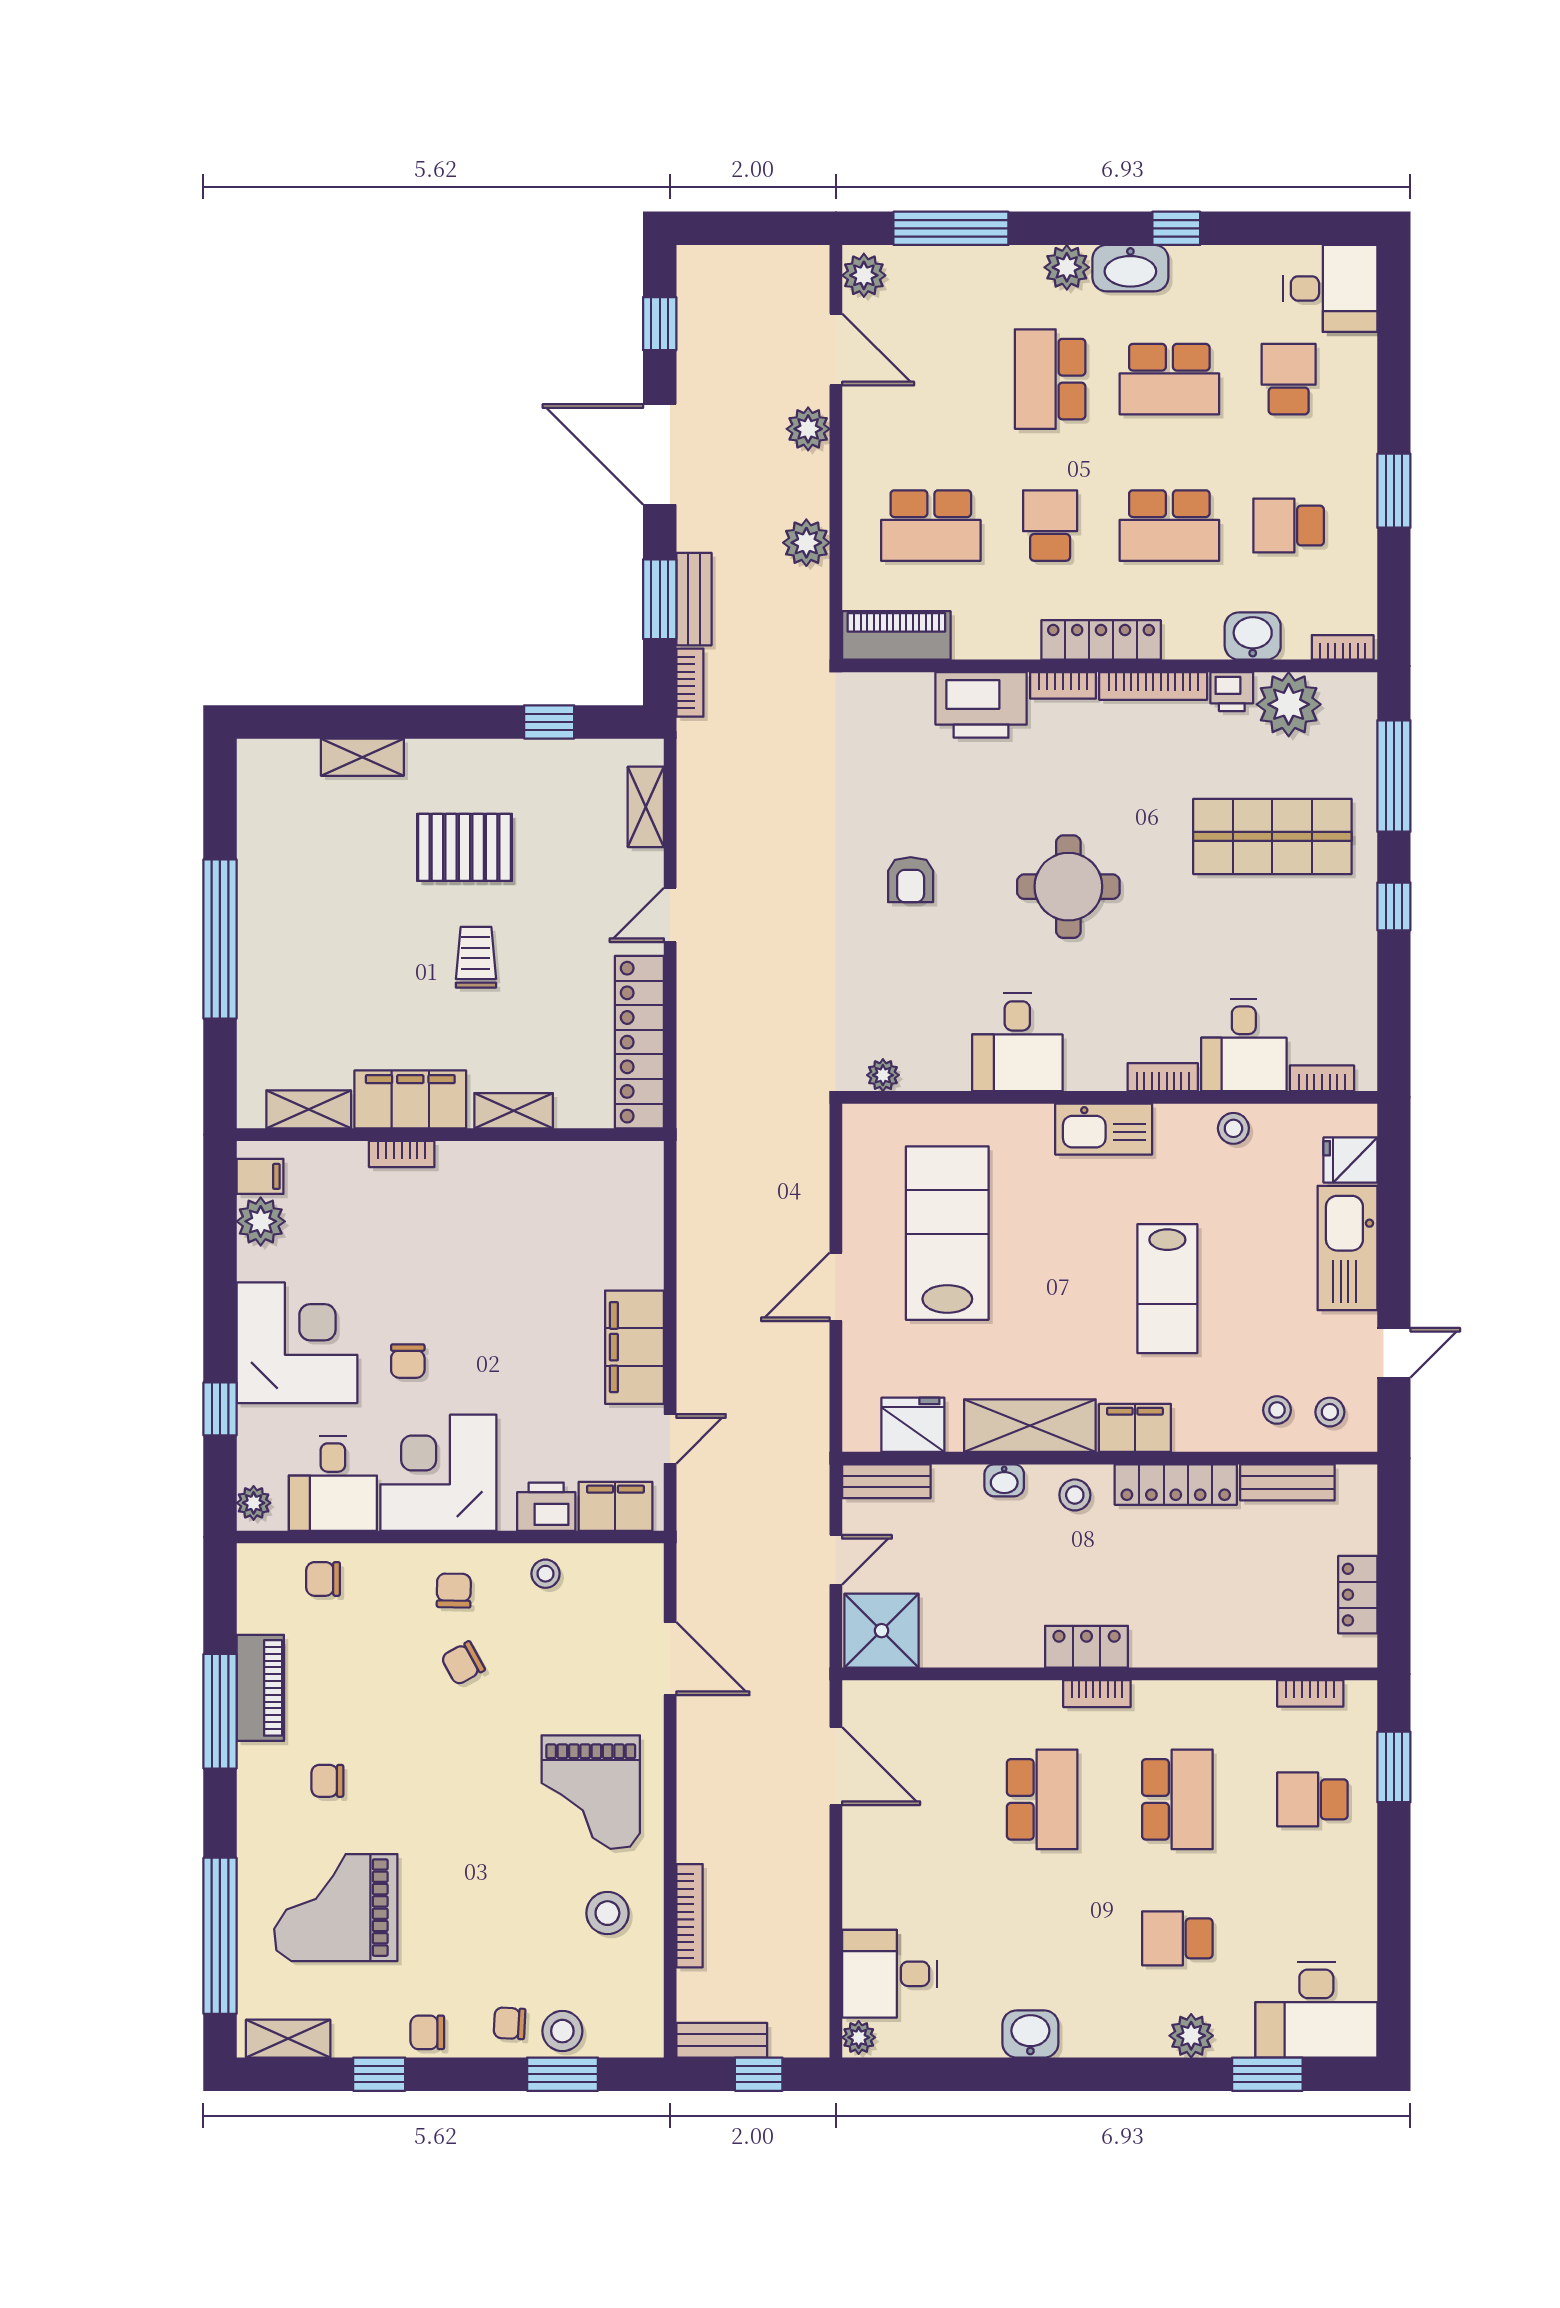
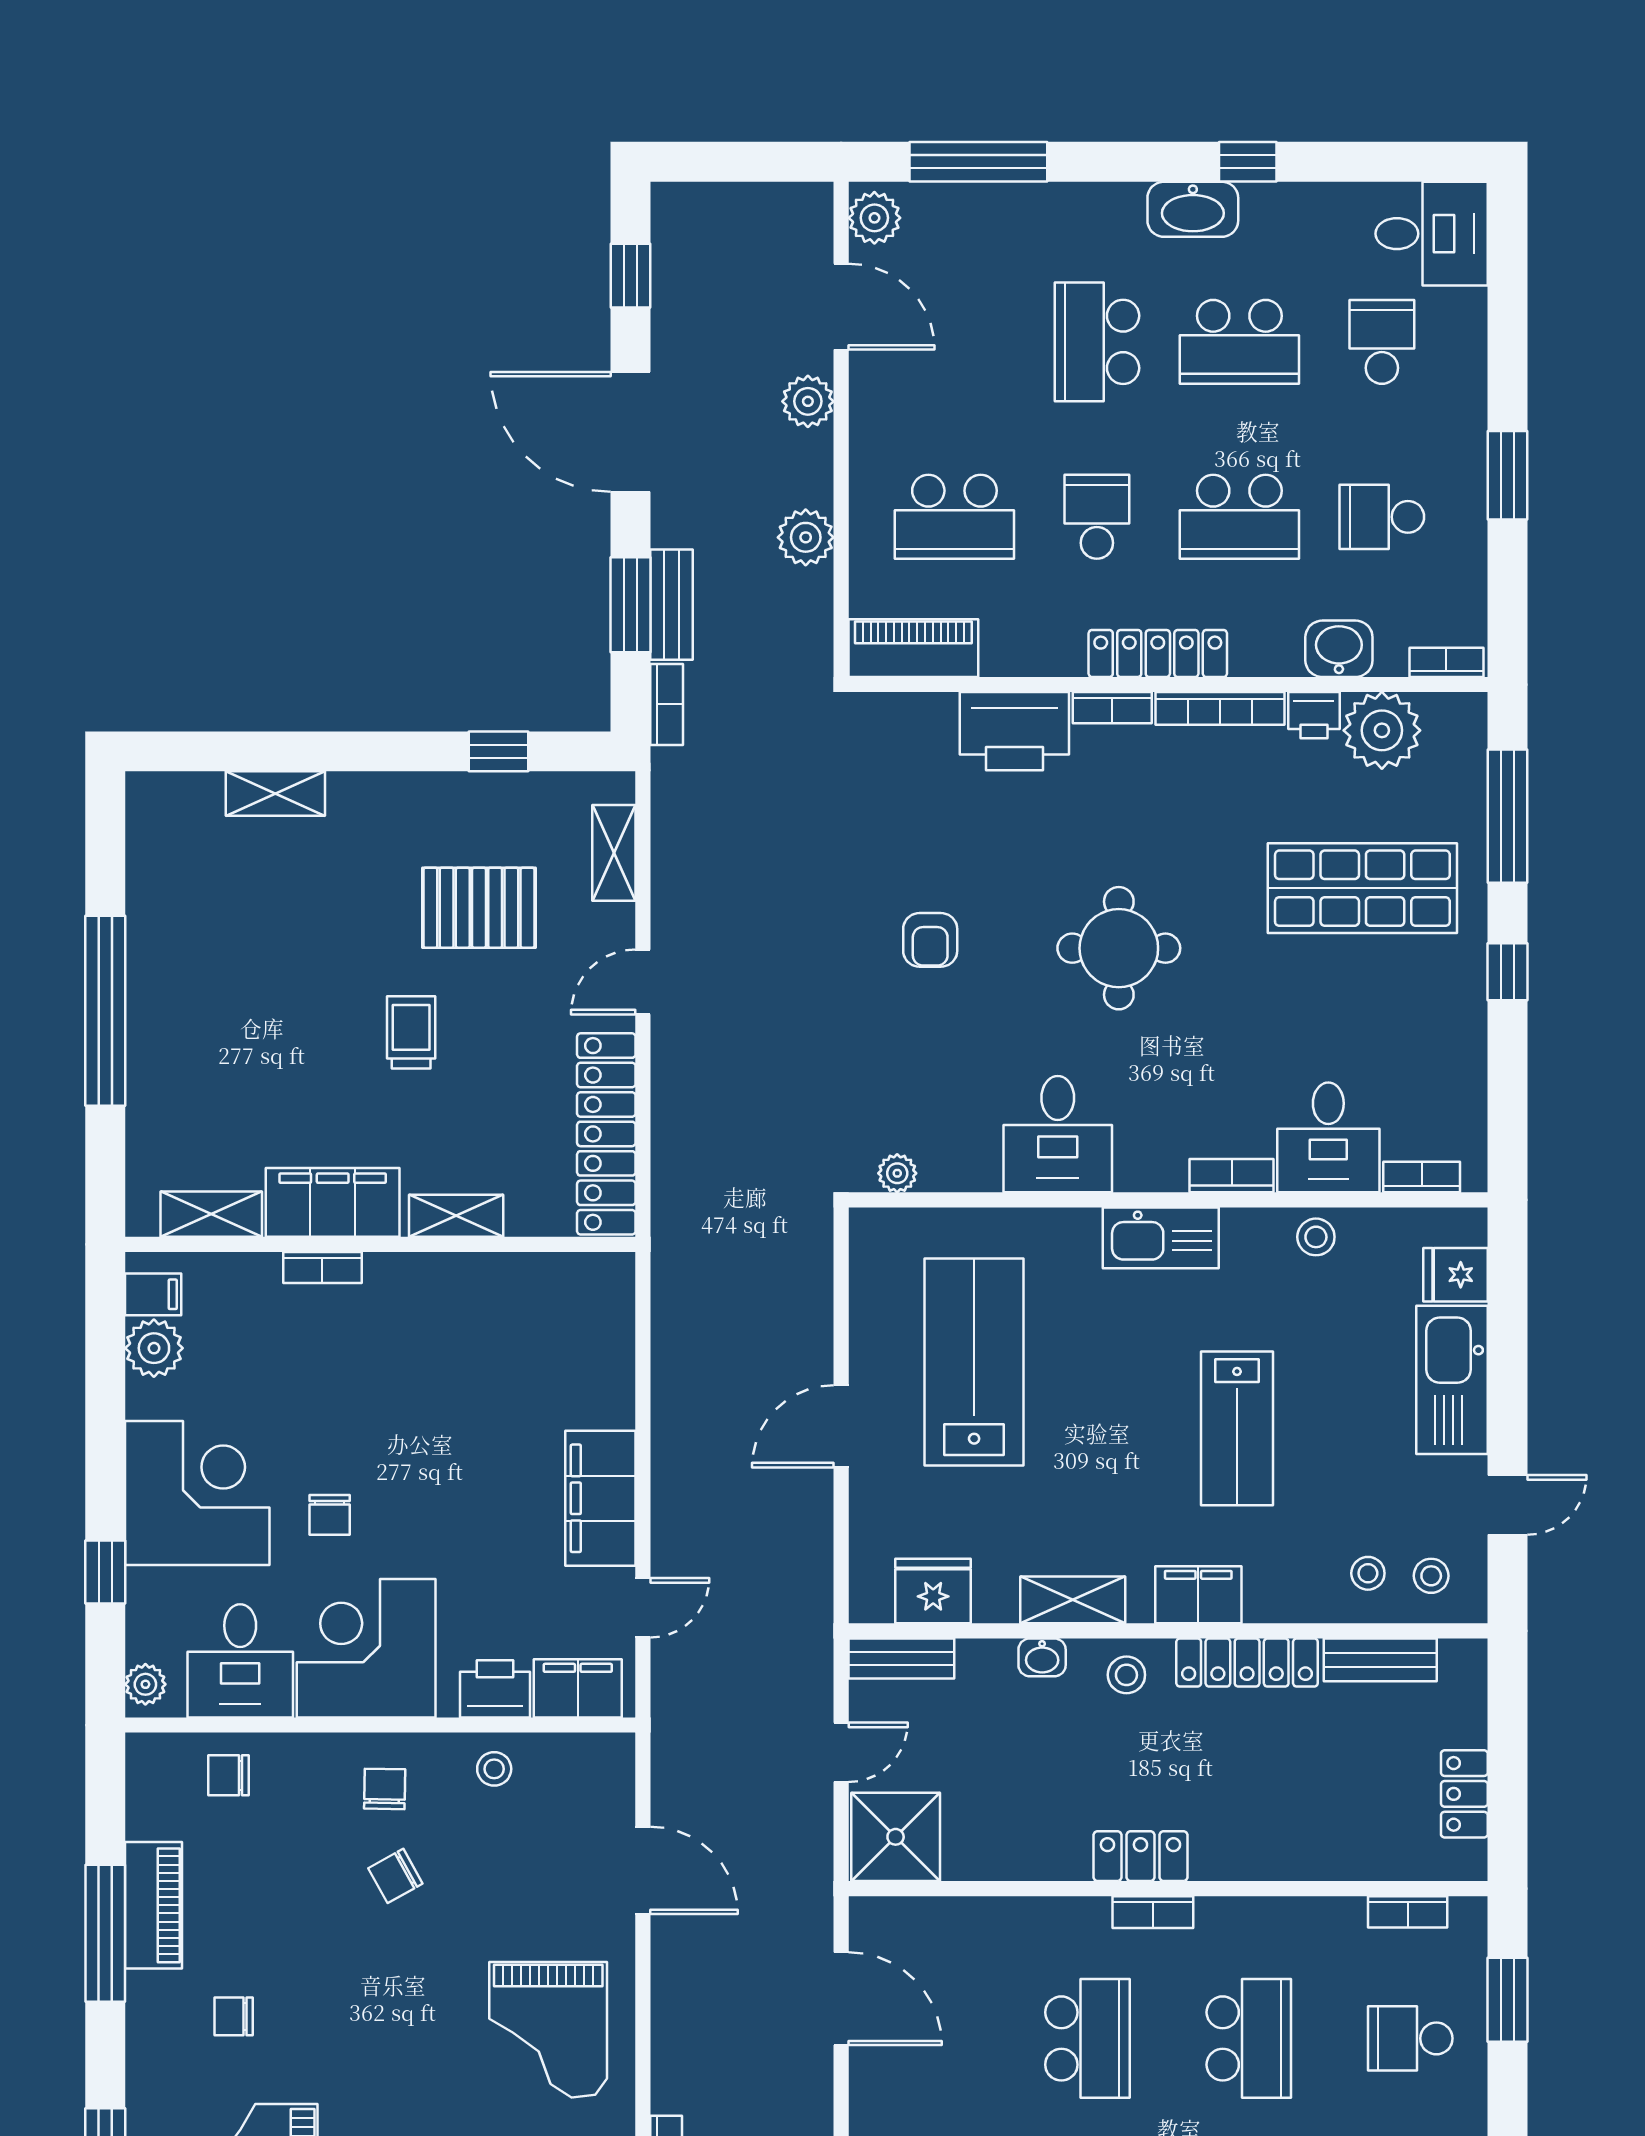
plant: (1067, 267) -> (1117, 208), removed
pallet: (465, 847) -> (479, 908), moved
shelving: (1030, 1426) -> (1073, 1600), width x0.67, depth x0.75

